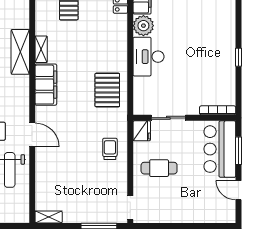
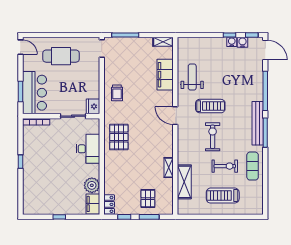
shelving: (20, 52) -> (184, 182), moved
desk: (148, 57) -> (88, 149), moved
filing cabinet: (46, 85) -> (165, 75), moved
door: (32, 135) -> (175, 116), moved
cafe table: (159, 168) -> (61, 56), moved, width x1.37, depth x1.35
door: (238, 190) -> (20, 47), moved

